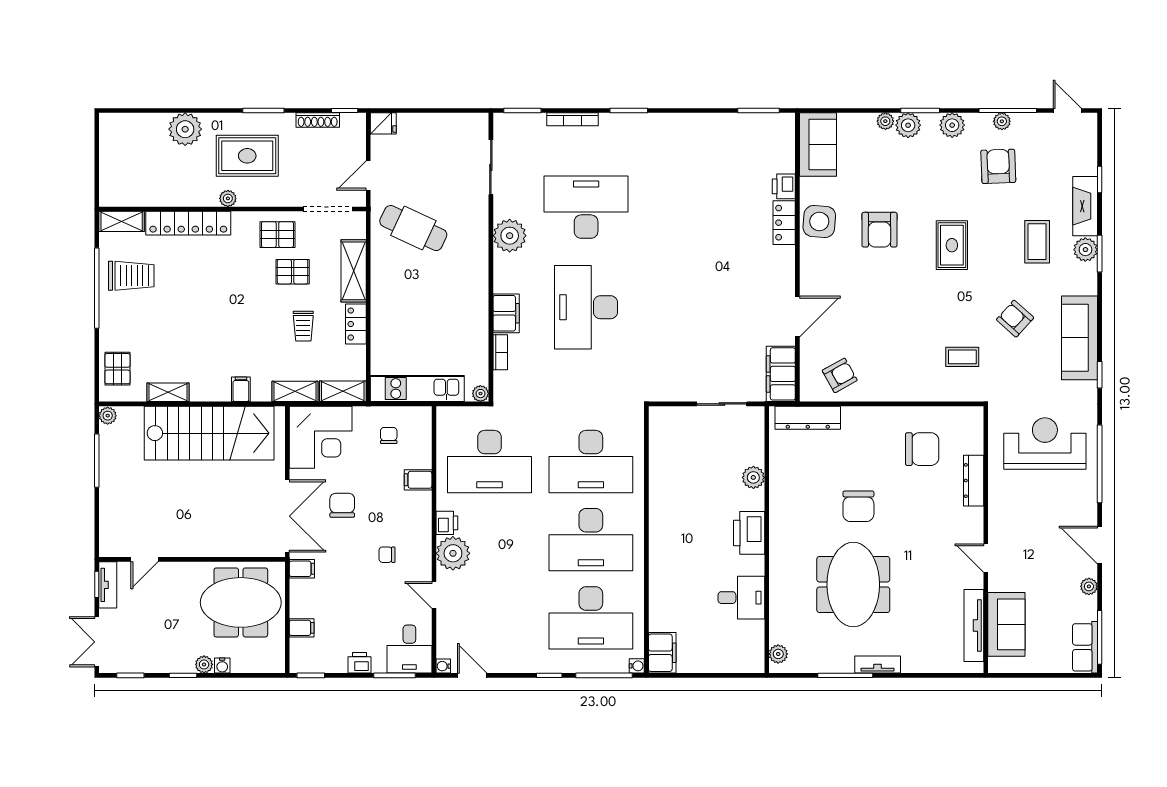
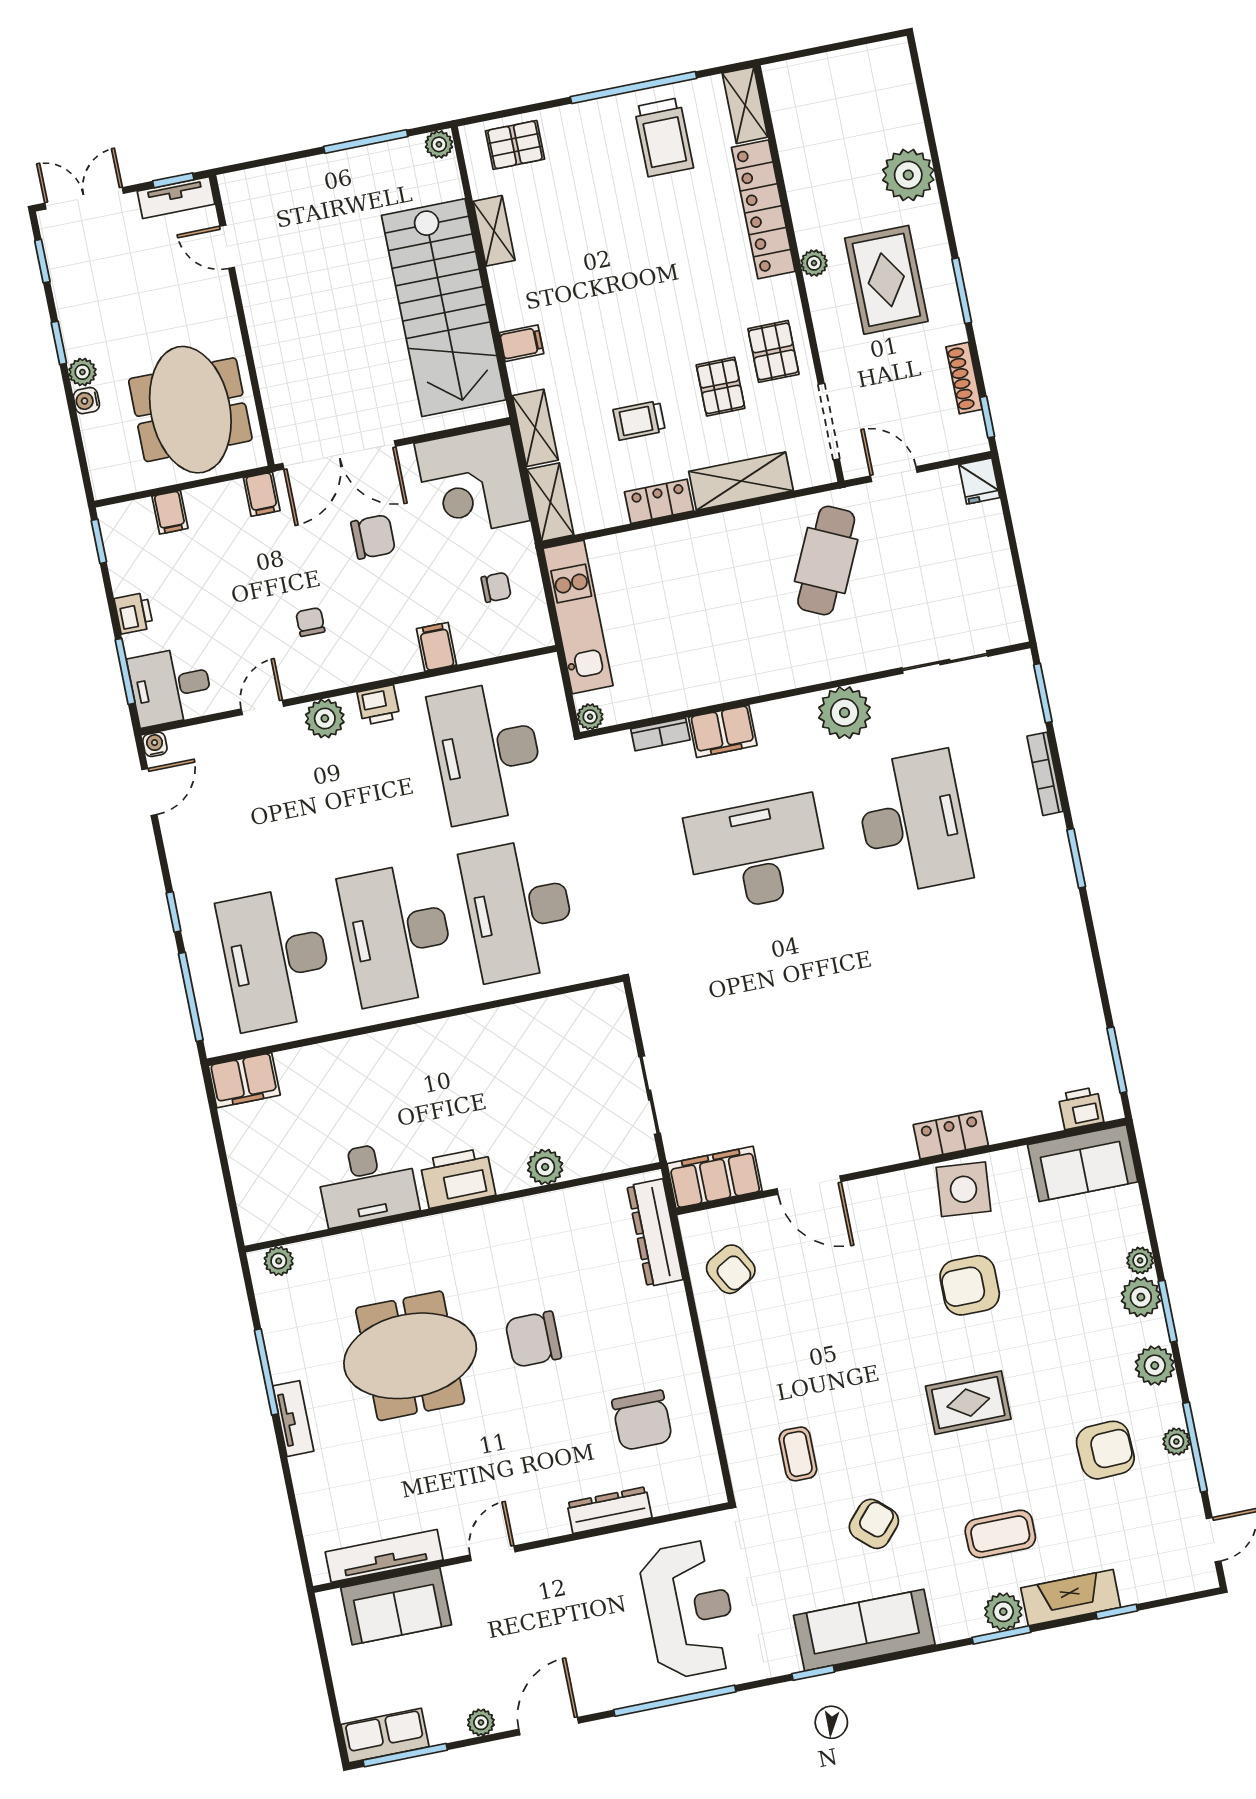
printer: (784, 186) -> (1081, 1108), moved
plant: (453, 553) -> (325, 718), width x0.73, depth x0.73
desk: (741, 598) -> (367, 1183), width x1.37
water cooler: (637, 666) -> (216, 1045), removed

